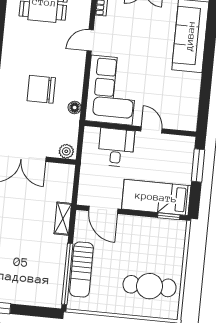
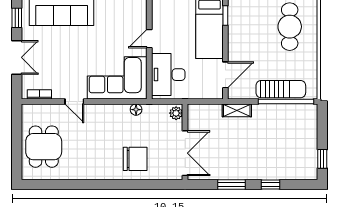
chair: (41, 89) -> (135, 159), moved, turned -90
desk: (116, 147) -> (168, 75), width x1.37

